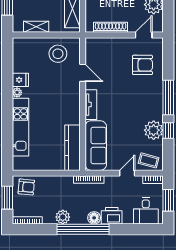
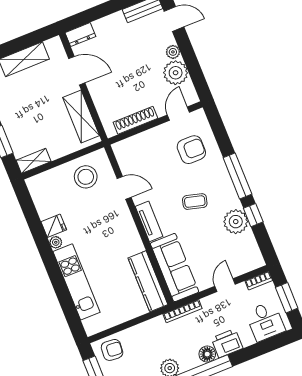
shelving: (36, 27) -> (34, 161), moved
coffee table: (149, 160) -> (195, 202), moved

